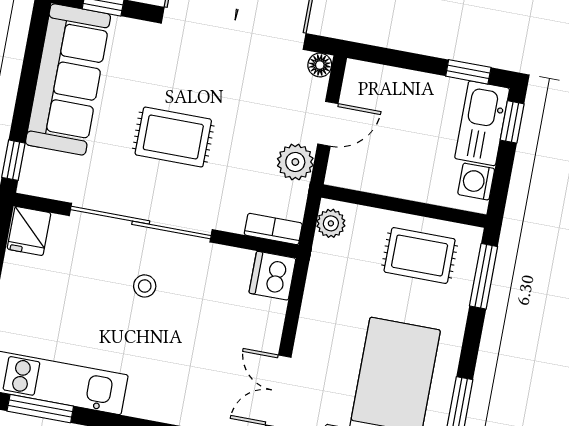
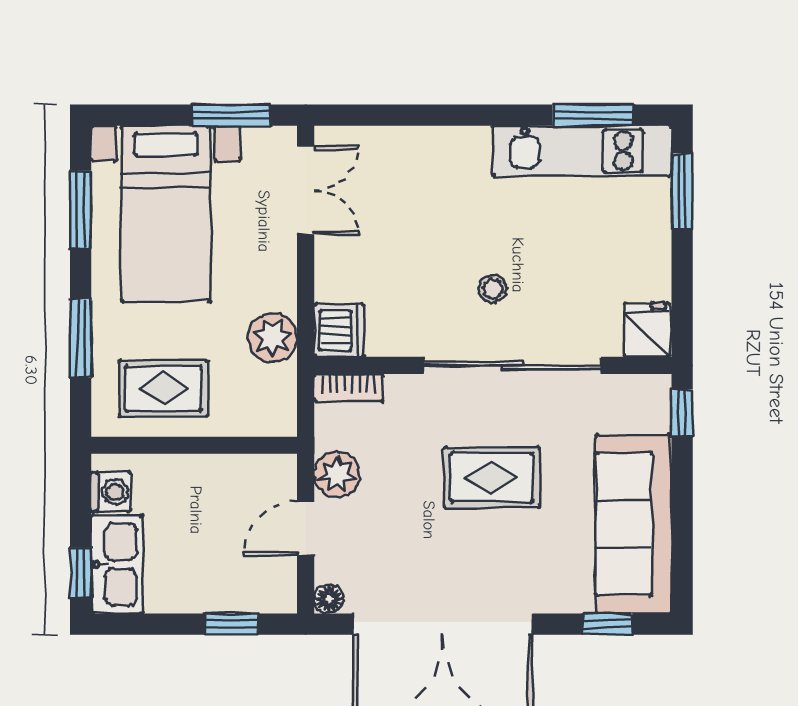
window: (468, 72) -> (231, 624), moved
plant: (331, 223) -> (273, 337), moved, width x1.38, depth x1.38
window: (484, 276) -> (81, 338), moved

